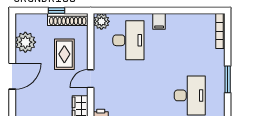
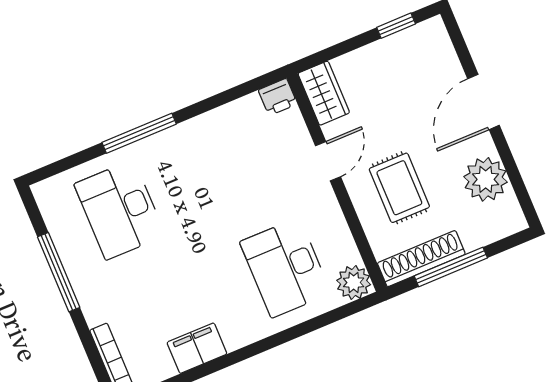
window: (56, 11) -> (451, 267), width x2.17
filing cabinet: (159, 21) -> (197, 348), moved, width x2.00
window: (228, 79) -> (59, 272), width x1.44

